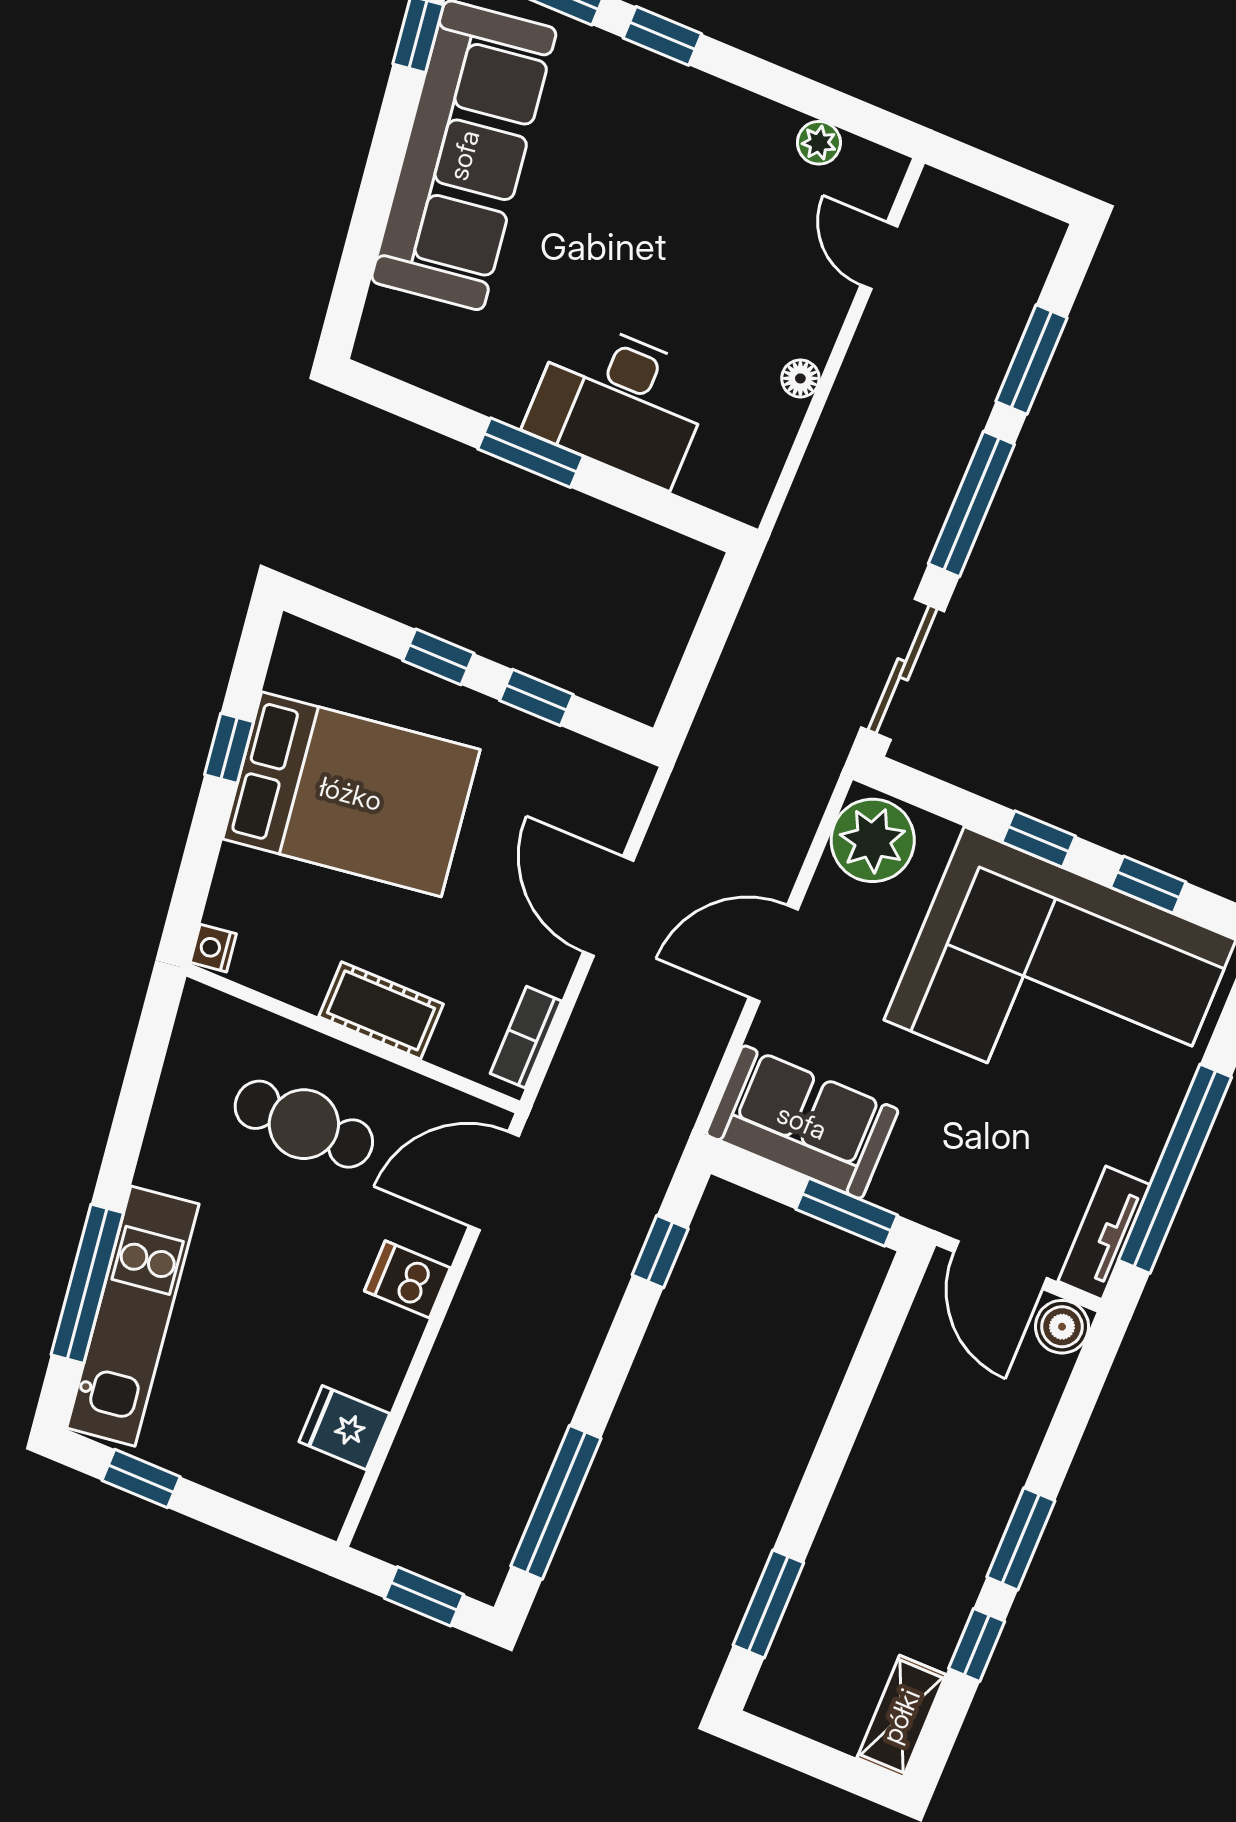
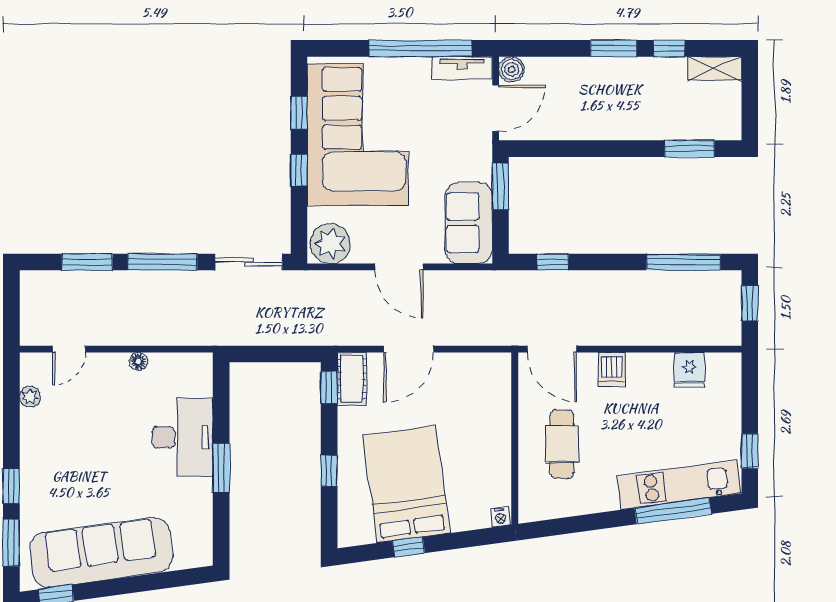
window: (536, 698) -> (329, 387), moved
cot: (381, 1010) -> (352, 379), moved
bookcase: (526, 1037) -> (482, 361), removed

